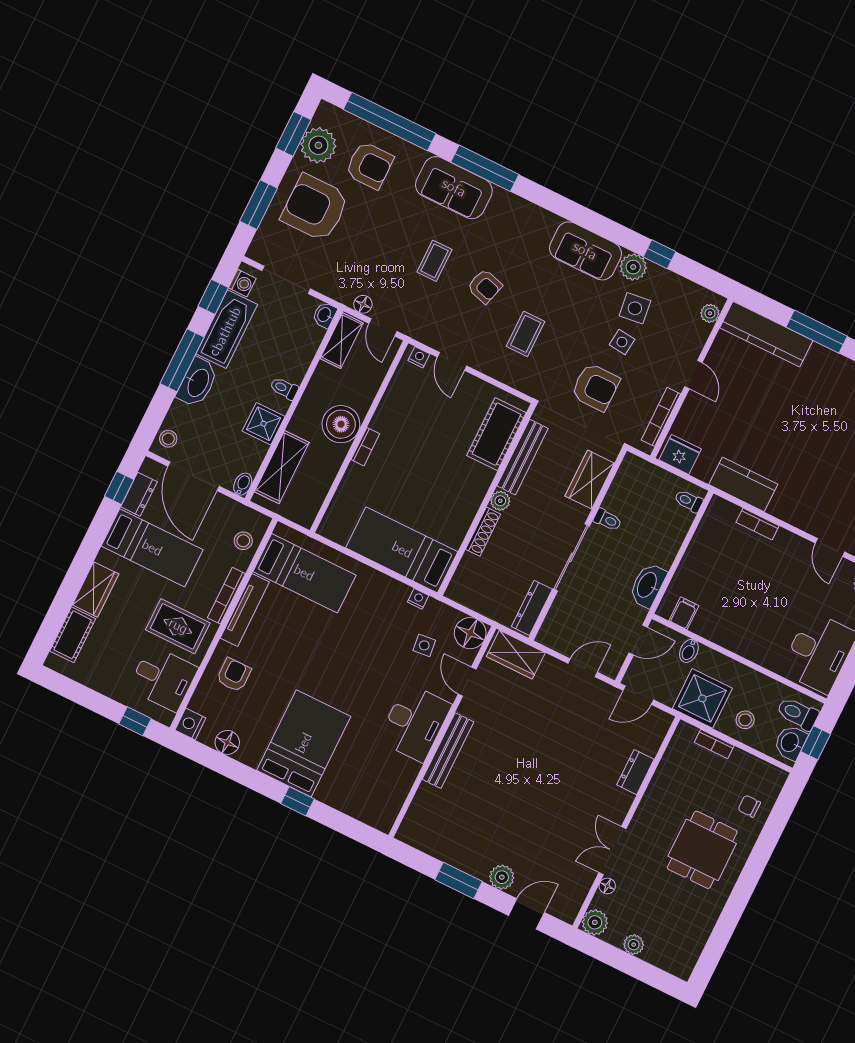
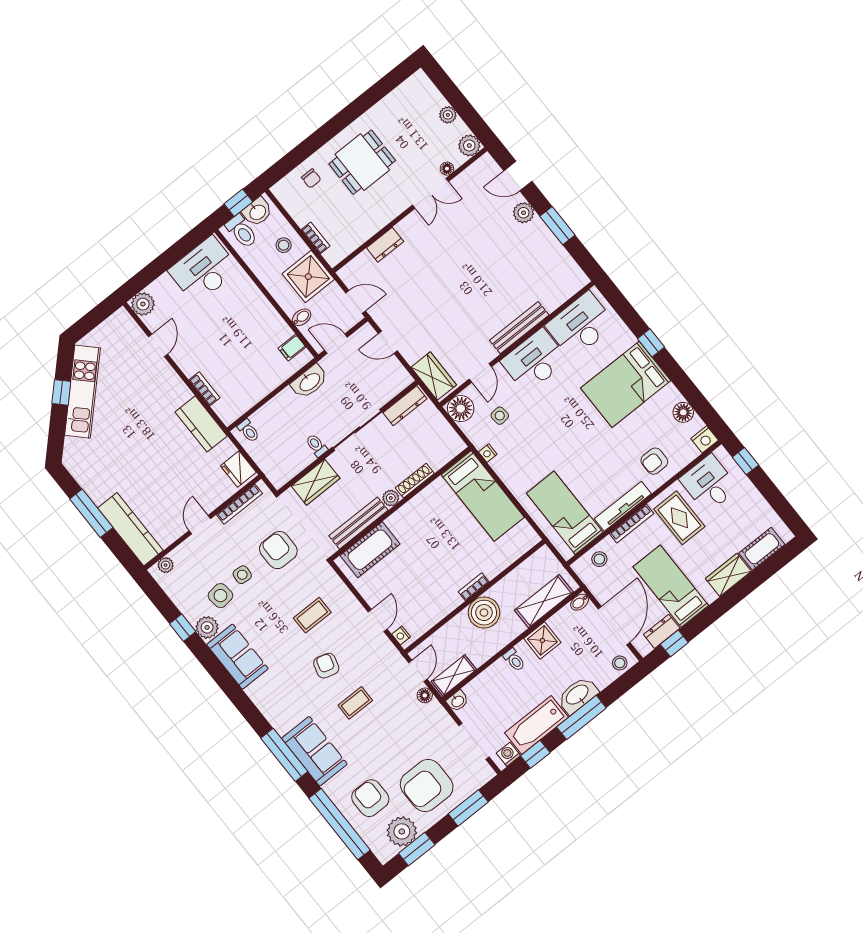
armchair: (315, 208) -> (427, 786), turned 90
desk: (383, 785) -> (580, 325), added

